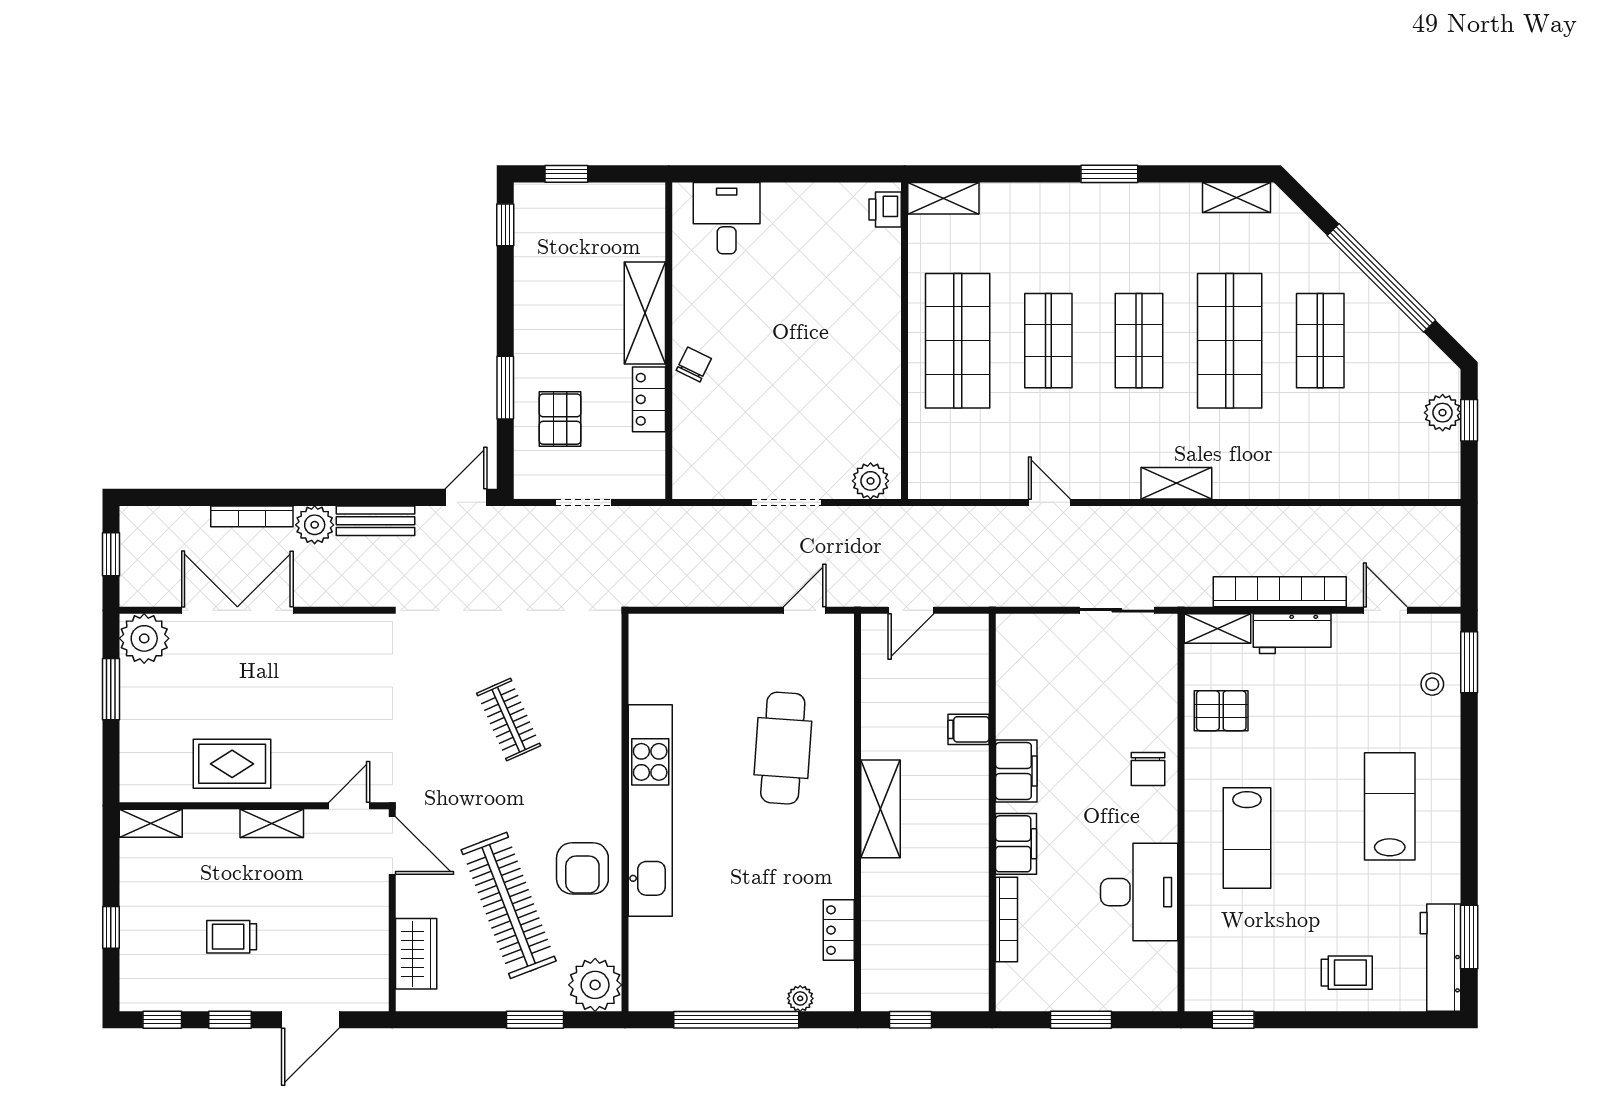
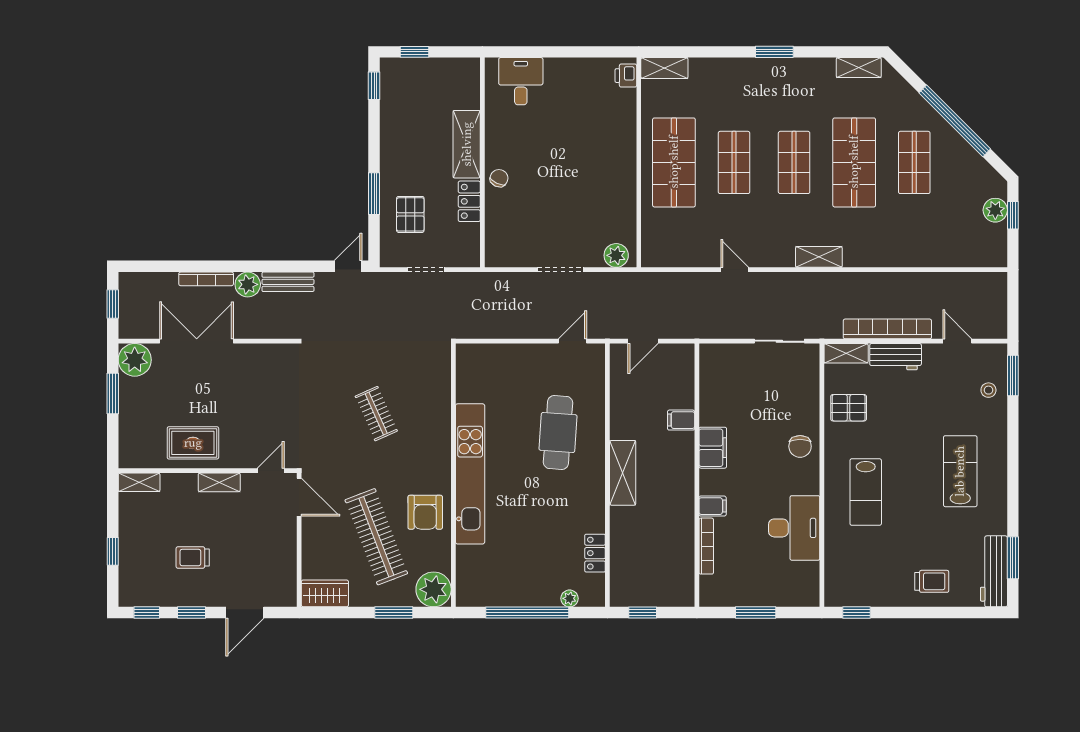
filing cabinet: (1016, 844) -> (713, 506), width x0.50
wardrobe: (416, 954) -> (325, 593), moved, turned -90

